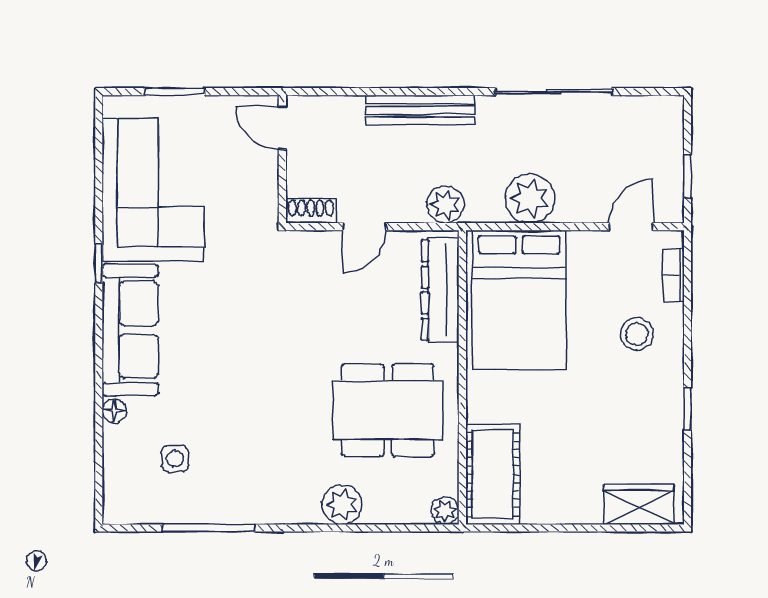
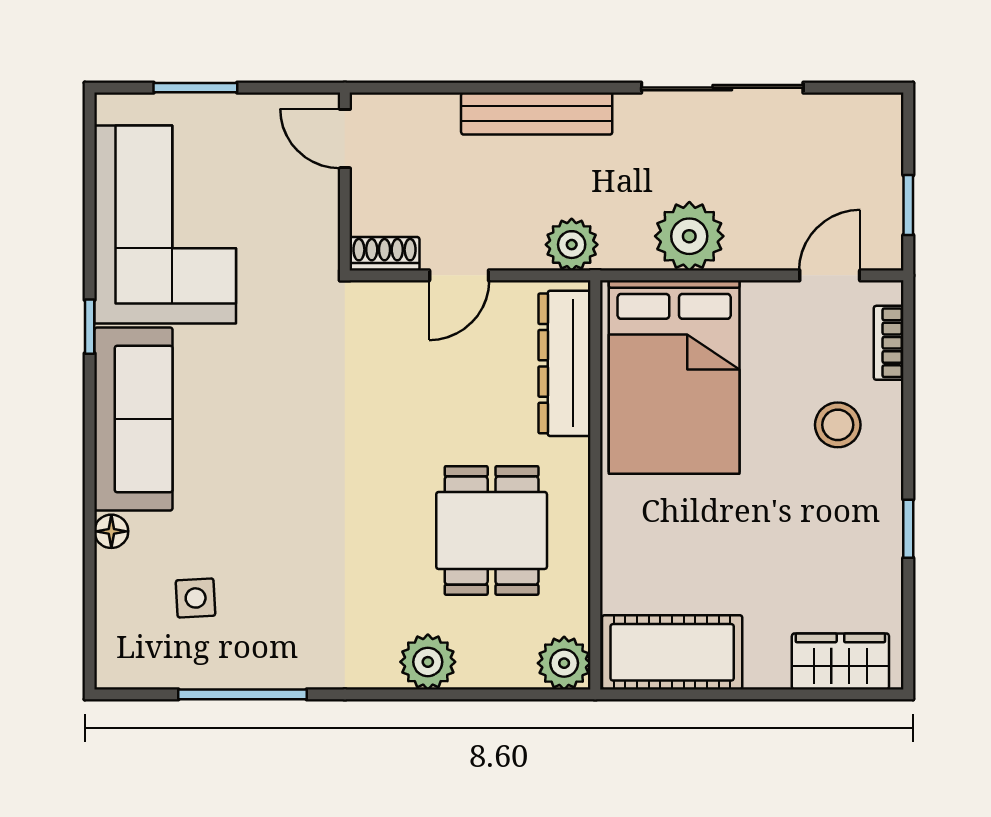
dining table: (388, 410) -> (492, 530), width x0.73
cot: (493, 474) -> (672, 652), moved, turned 90
plant: (445, 511) -> (564, 663), width x1.38, depth x1.38

